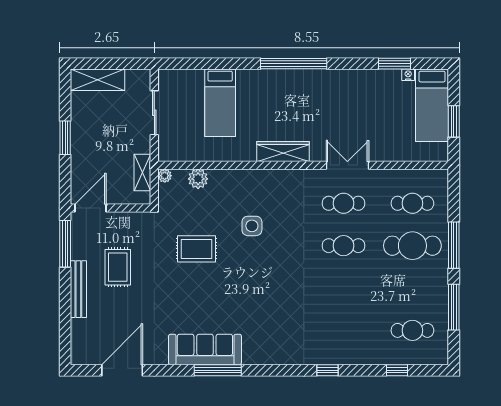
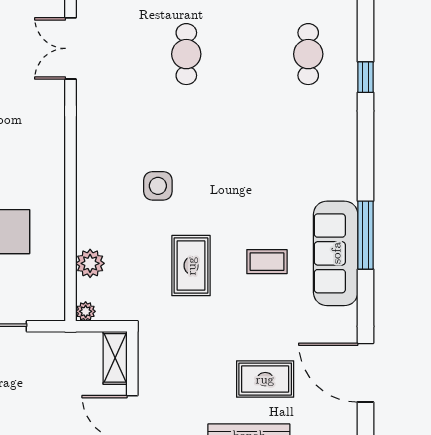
wardrobe: (283, 152) -> (51, 141), removed
shelving: (142, 172) -> (115, 358), moved, turned 90
cafe table: (343, 203) -> (308, 54), moved
rug: (118, 267) -> (265, 379), moved
coffee table: (199, 302) -> (267, 262), added

